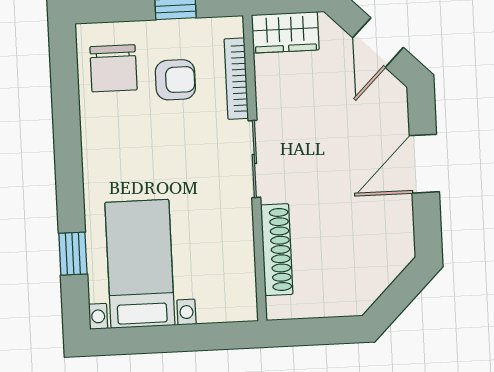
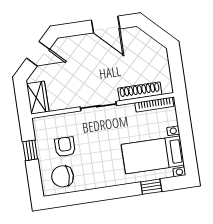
chair: (113, 68) -> (63, 176), turned 180
bookcase: (236, 79) -> (154, 105), moved
door: (424, 164) -> (106, 24), moved

